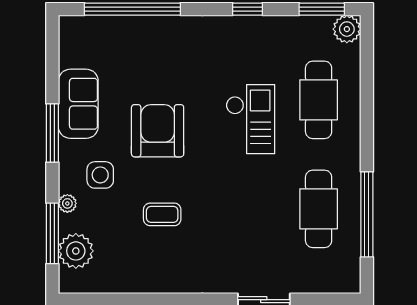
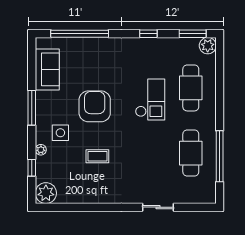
sofa: (78, 104) -> (47, 69), moved
window: (52, 233) -> (32, 168), width x0.46
plant: (76, 251) -> (46, 193), moved

